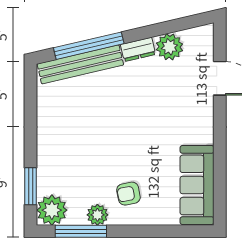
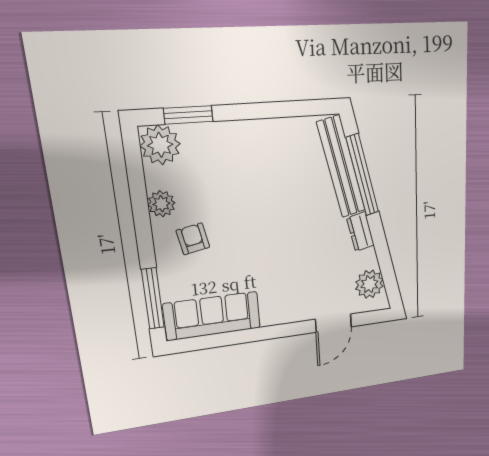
plant: (169, 47) -> (369, 284), moved
window: (81, 231) -> (153, 298), moved

